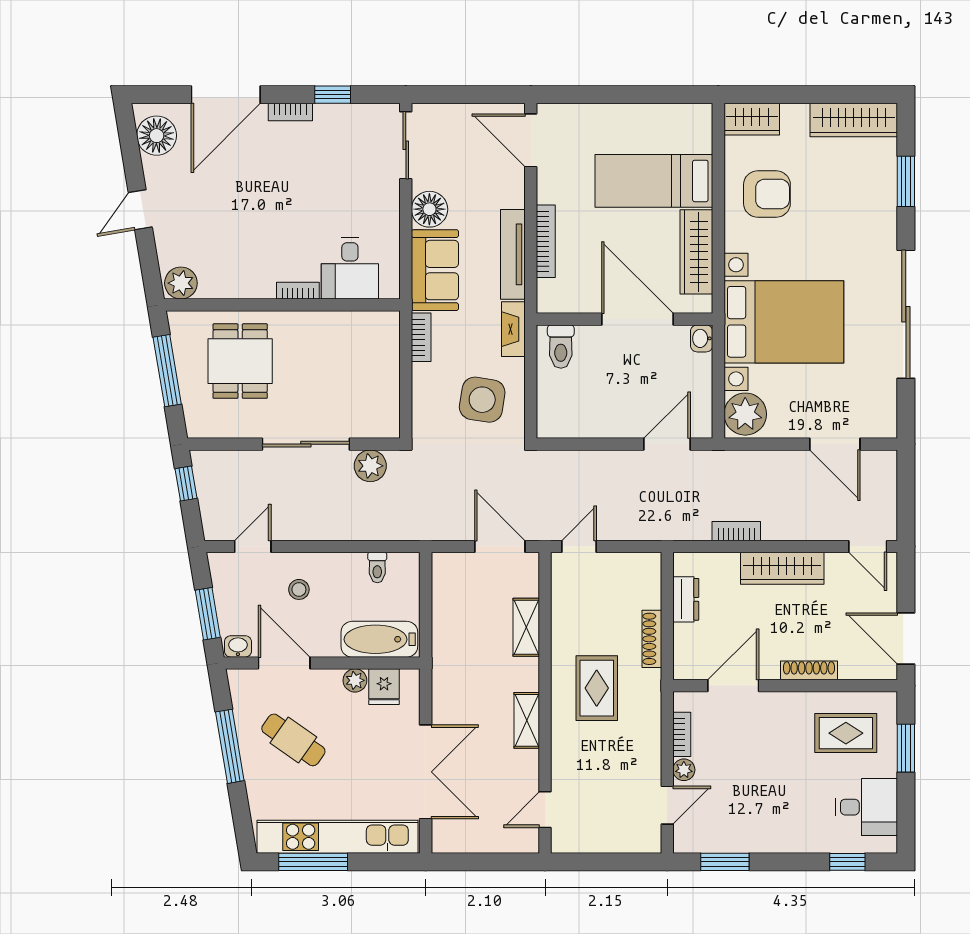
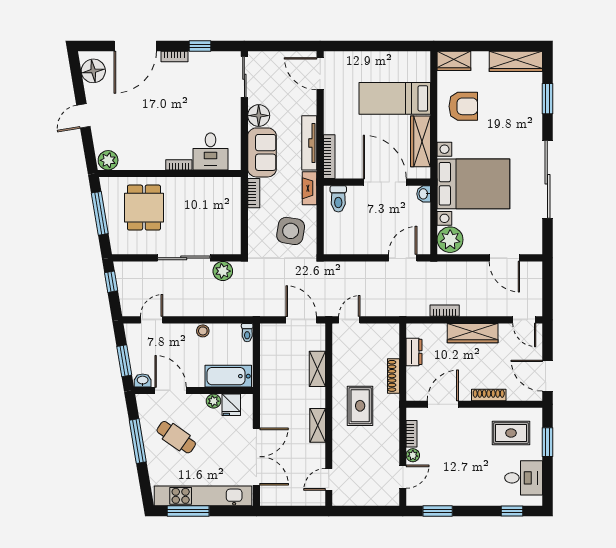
bookcase: (546, 241) -> (329, 157), moved
toilet: (377, 567) -> (247, 333), moved
stool: (299, 589) -> (203, 331), moved

